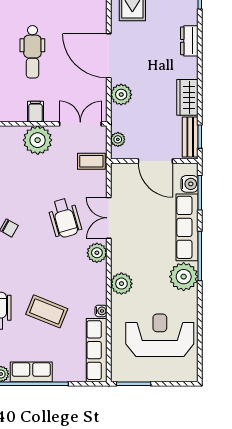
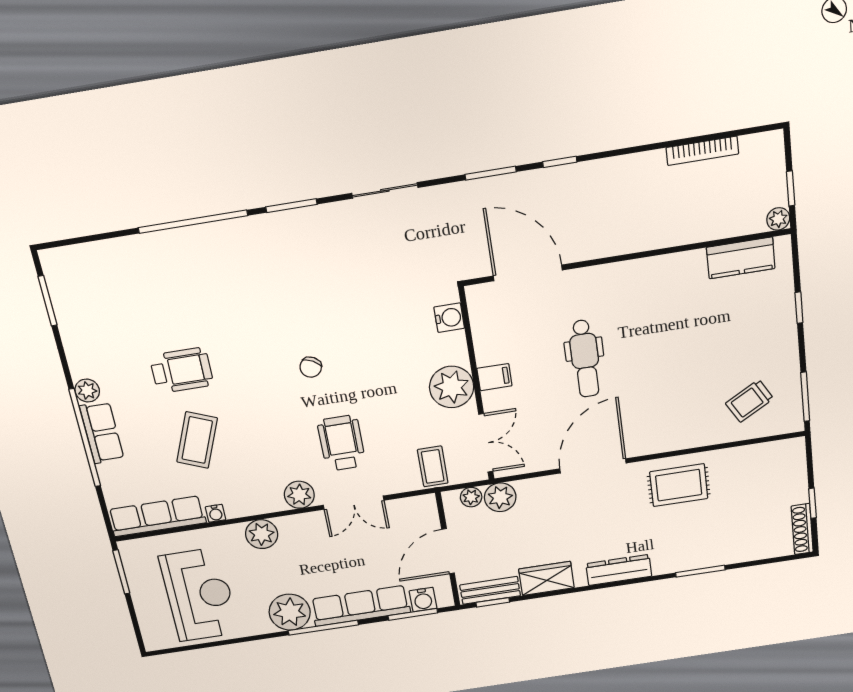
dresser: (189, 41) -> (619, 570), width x1.44
dental chair: (32, 52) -> (585, 359), turned -90
plant: (121, 95) -> (500, 497), moved
wheelchair: (65, 218) -> (342, 443), turned 106
double door: (109, 218) -> (354, 503), swing flipped

